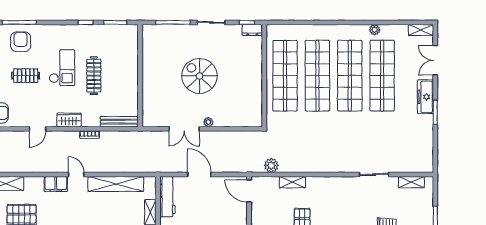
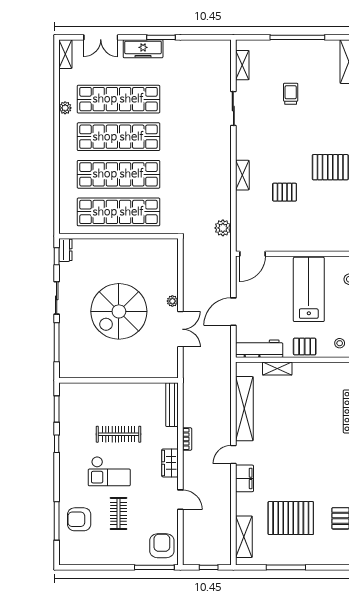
checkout: (62, 68) -> (109, 471), turned 180
spiral stairs: (199, 76) -> (119, 311), width x1.37, depth x1.37
shelving: (292, 182) -> (242, 175), moved

